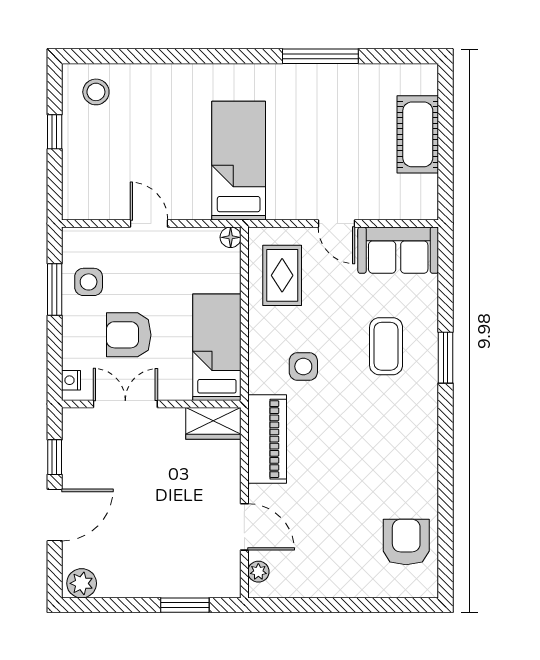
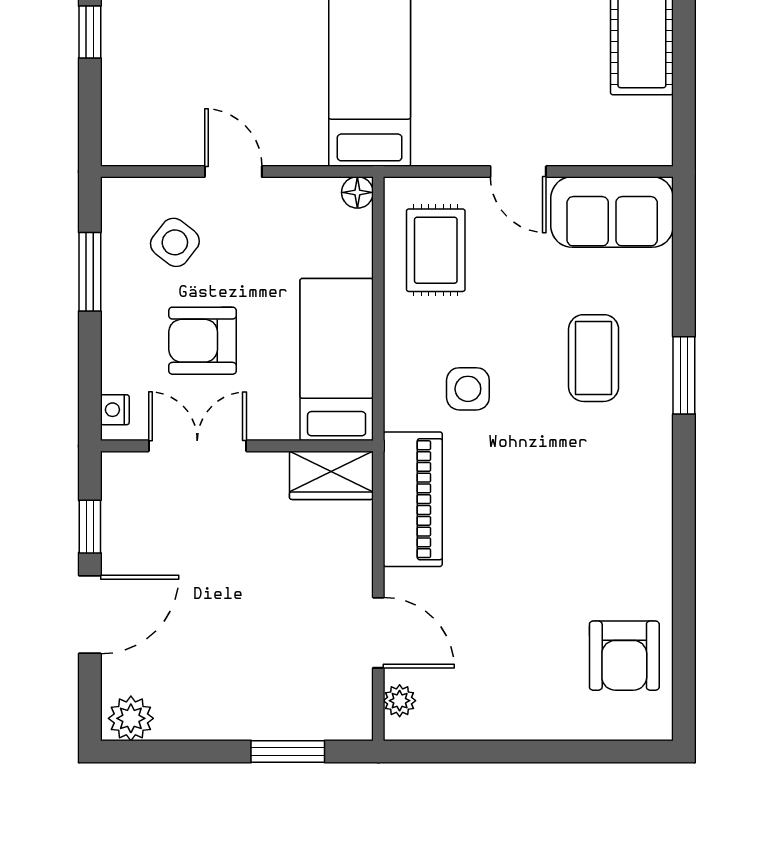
side table: (89, 282) -> (175, 242), moved, turned 38
armchair: (406, 542) -> (624, 656), turned 180

